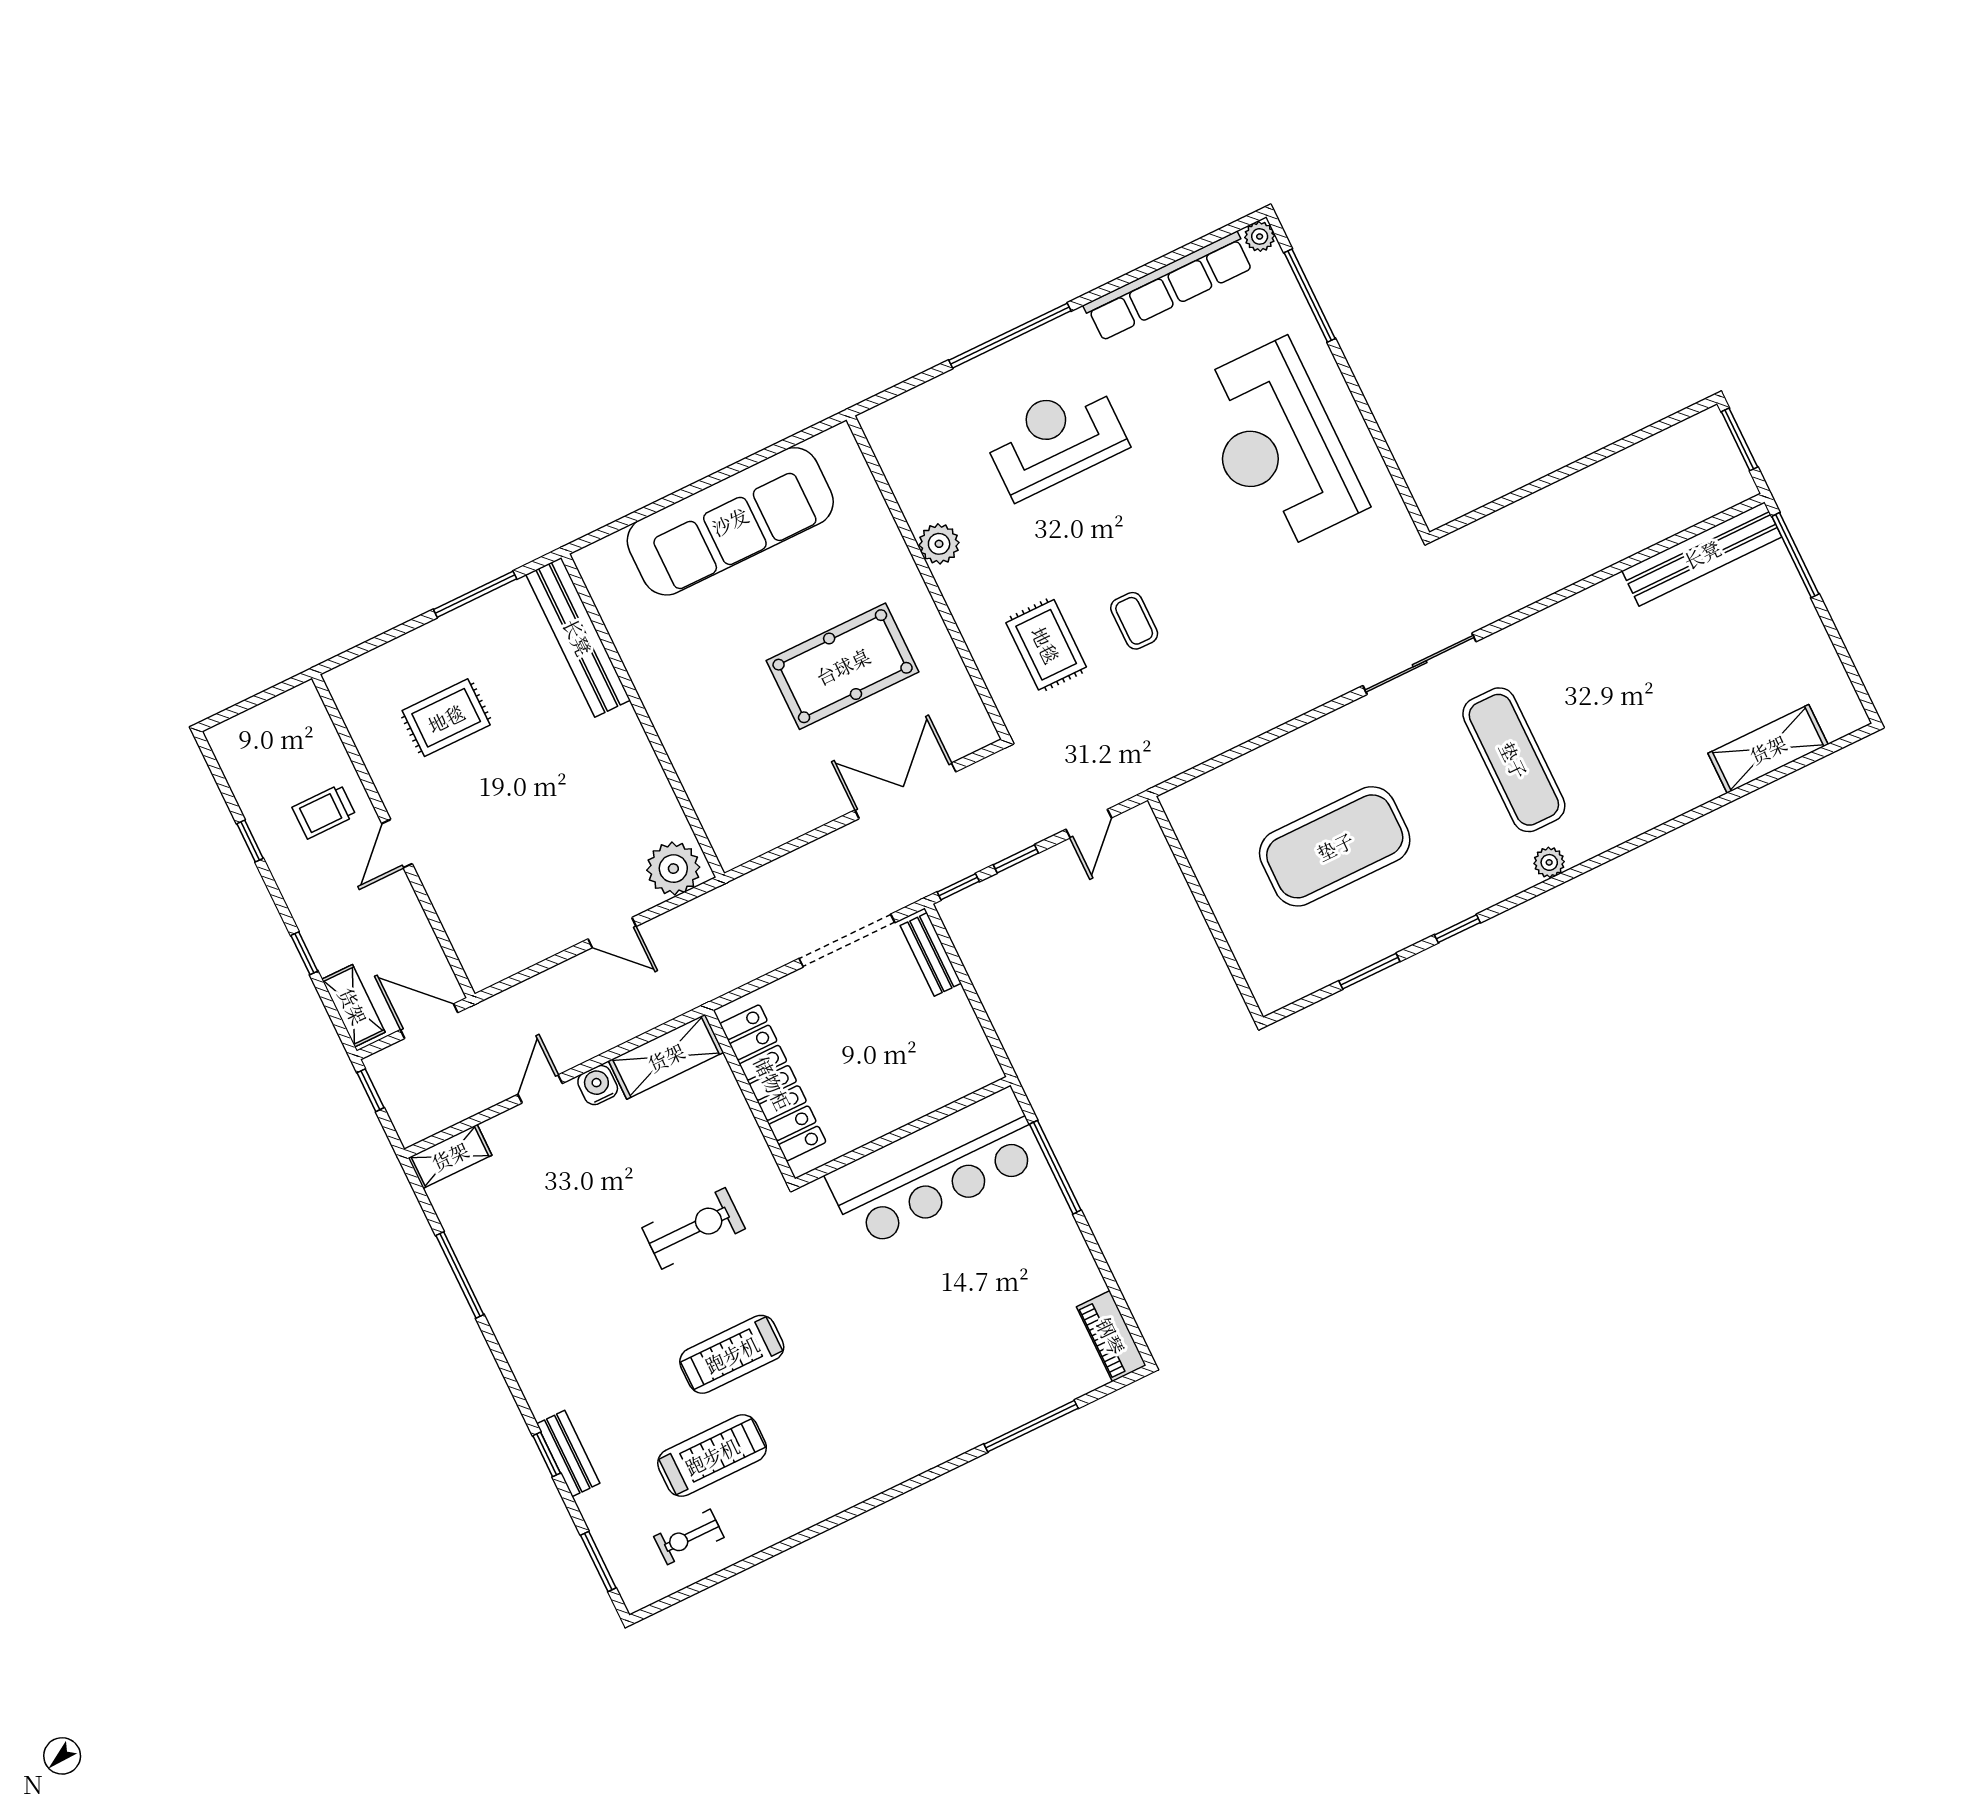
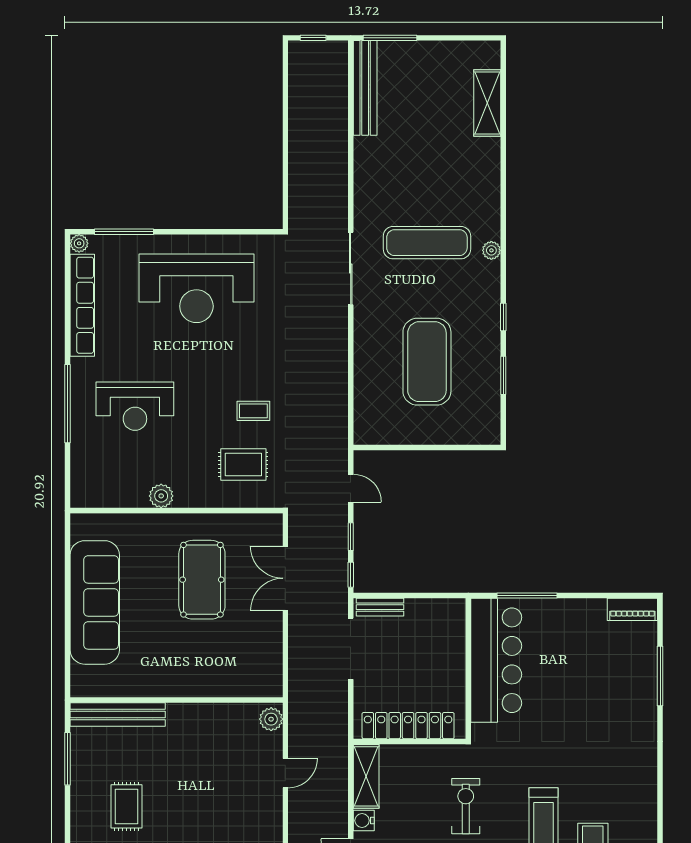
reception desk: (1055, 439) -> (135, 406), turned -90
window: (1739, 439) -> (313, 38), width x0.67
plant: (673, 869) -> (271, 719), width x0.73, depth x0.73

